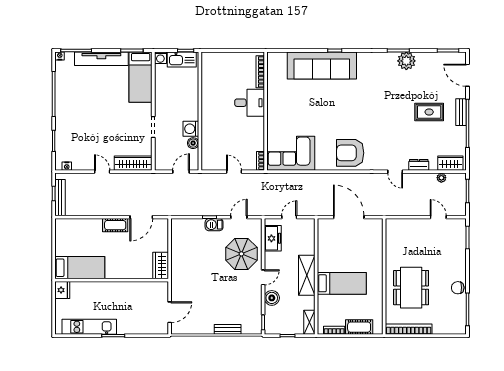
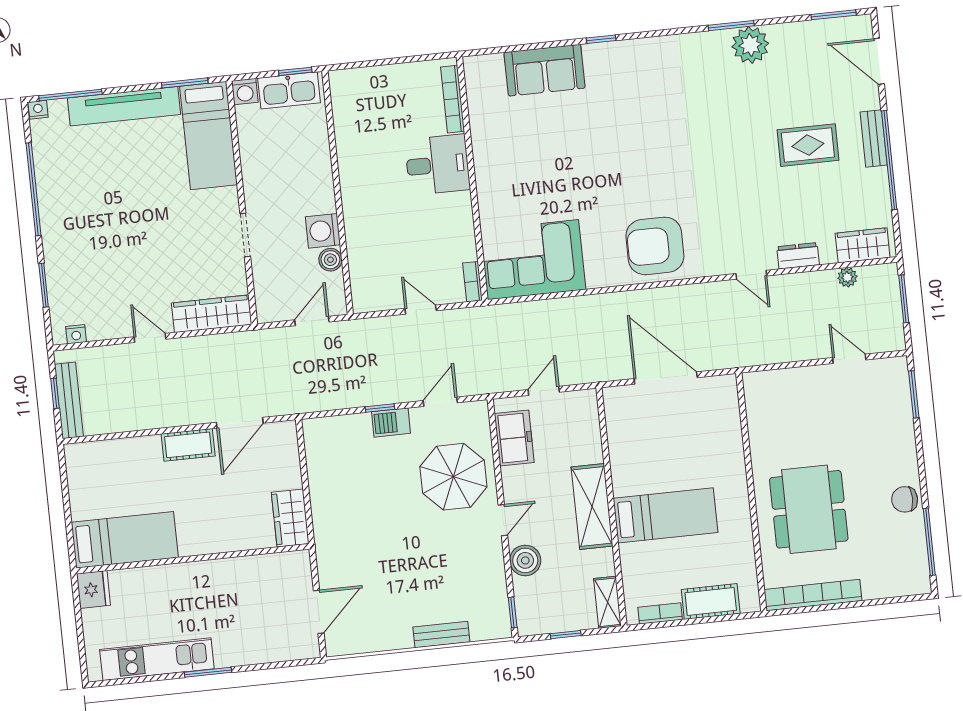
sofa: (322, 65) -> (544, 70), width x0.54, depth x0.79

